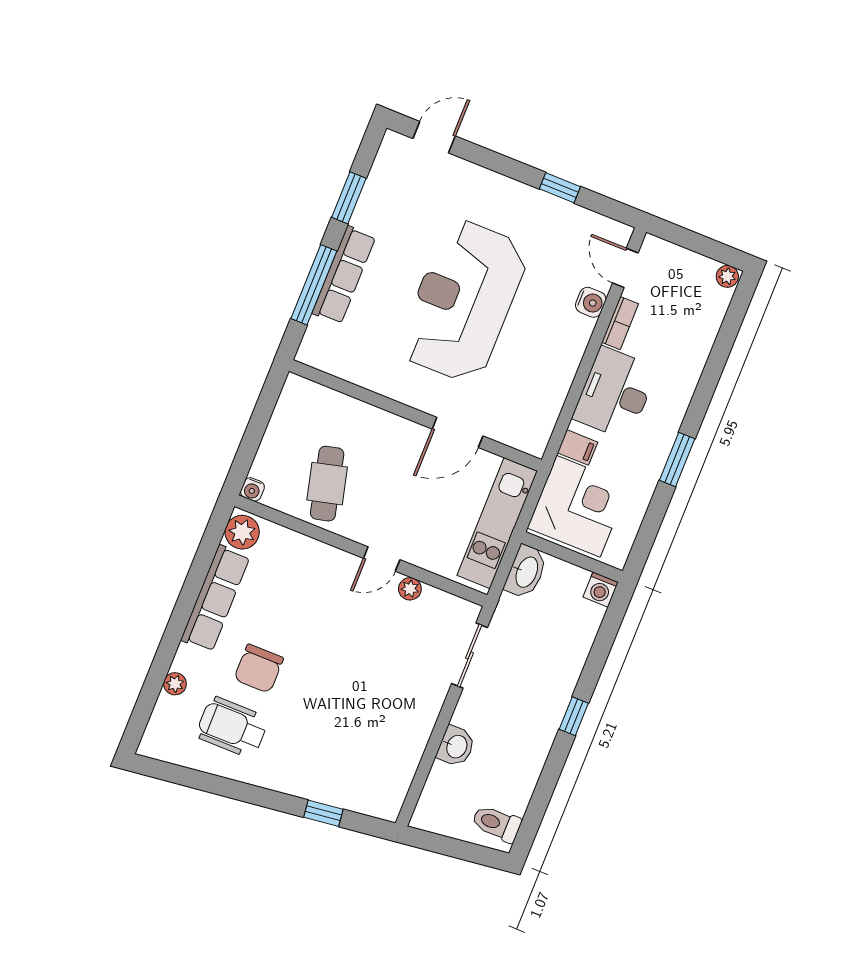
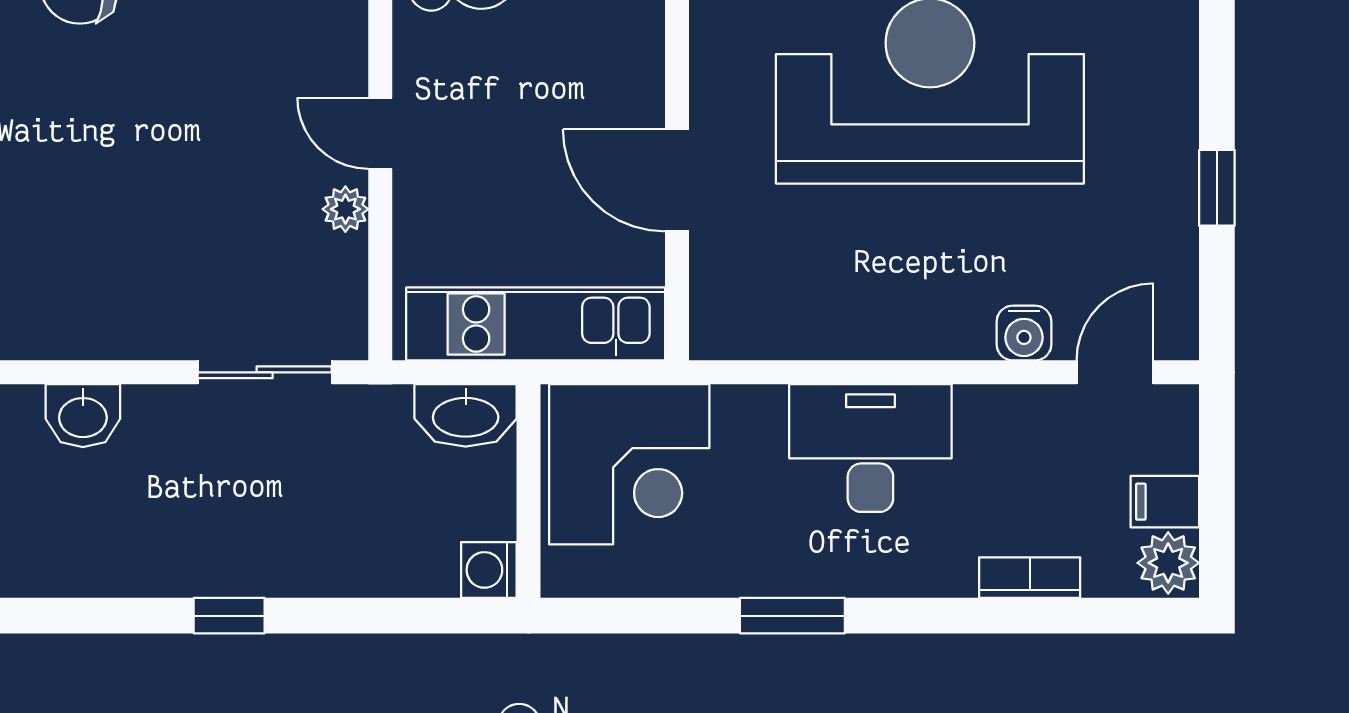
plant: (727, 276) -> (1168, 563), width x1.38, depth x1.38
bookcase: (620, 323) -> (1030, 578), moved, turned 180
filing cabinet: (578, 447) -> (1165, 502), moved, turned 90

